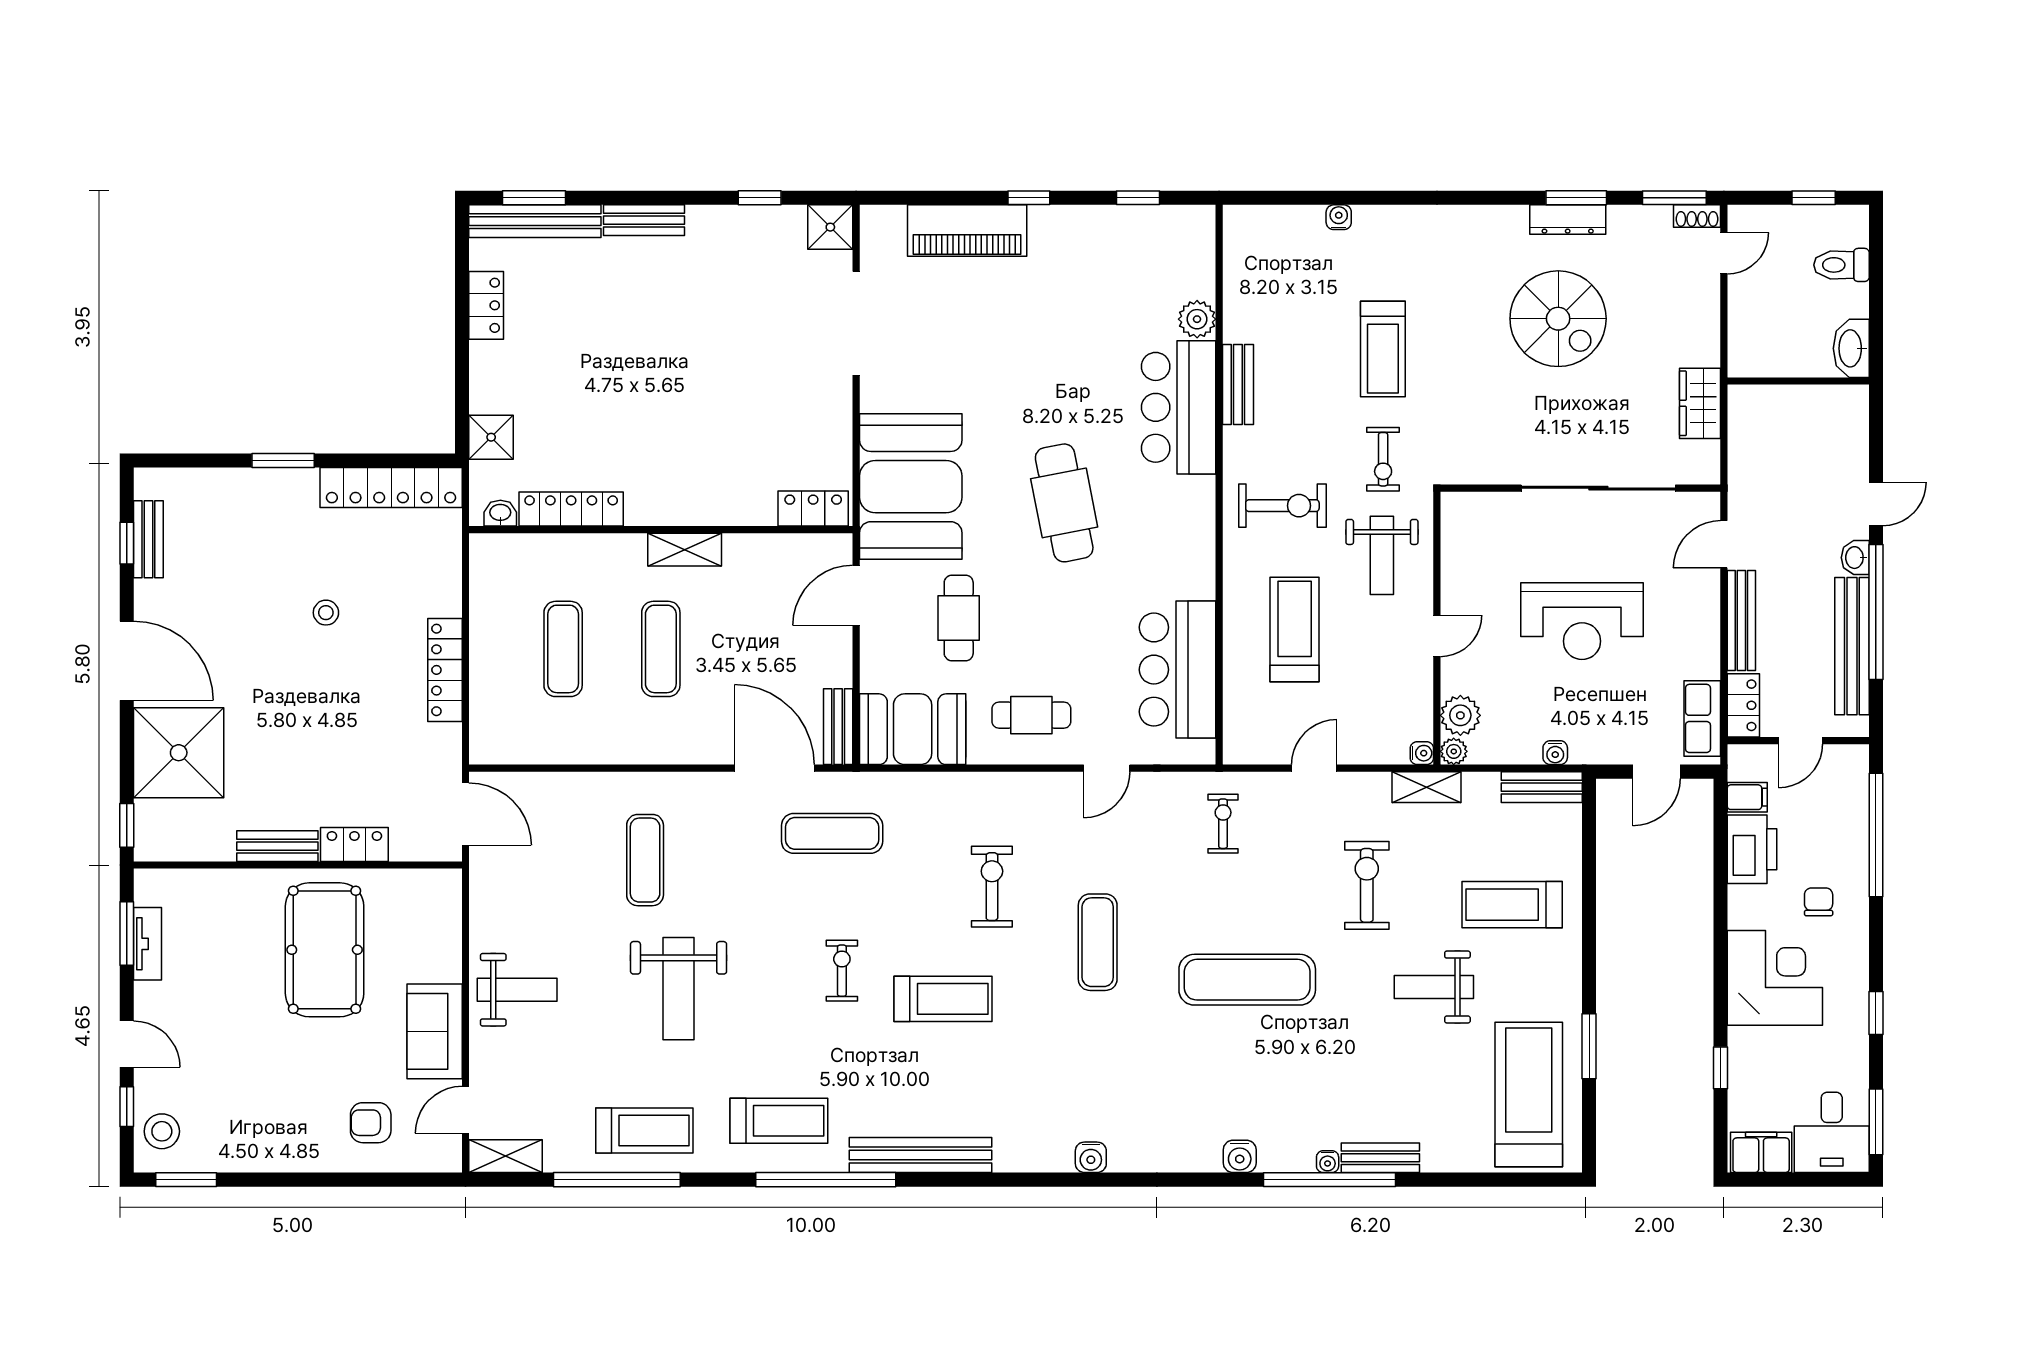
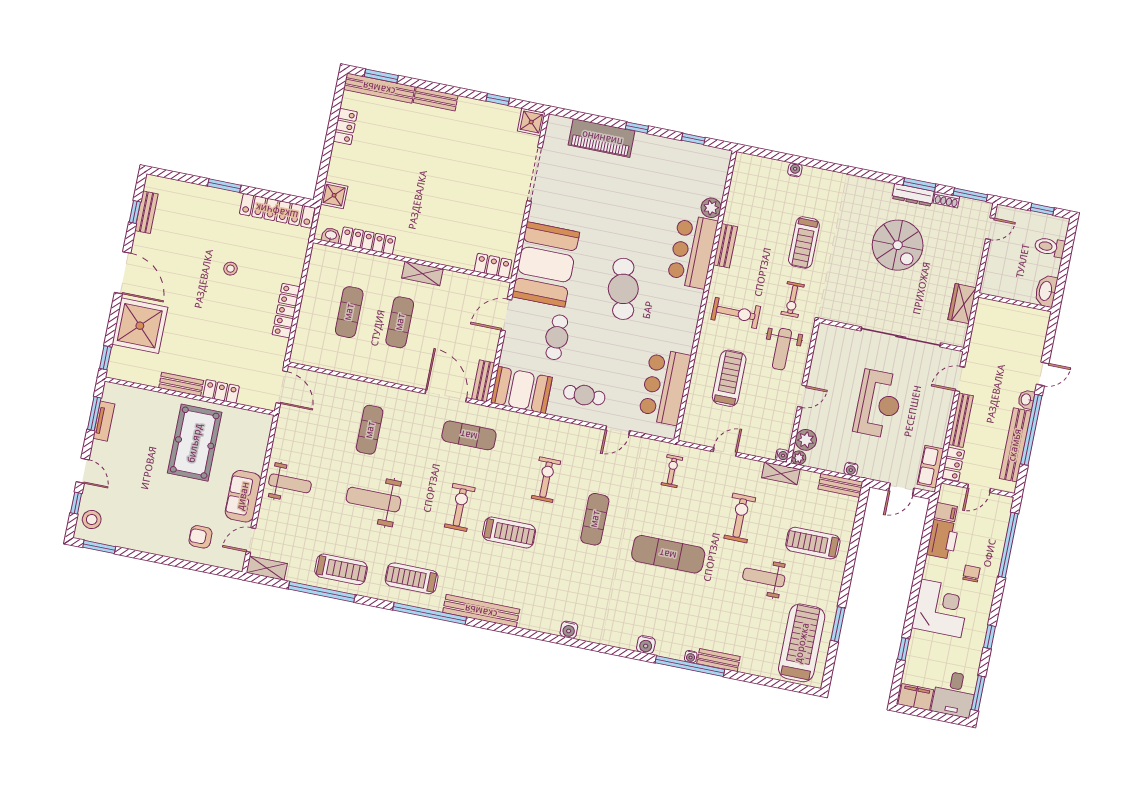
shoe rack: (1697, 216) -> (946, 200), moved
reception desk: (1582, 621) -> (878, 404), turned -90
exercise bike: (842, 971) -> (460, 507), width x1.38, depth x1.39
weight bench: (679, 989) -> (373, 500), turned 90
treadmill: (779, 1121) -> (412, 578), turned 180

